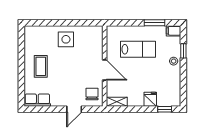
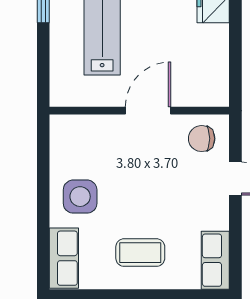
row of seats: (38, 32) -> (64, 258), added
shelving: (117, 102) -> (219, 84), removed

